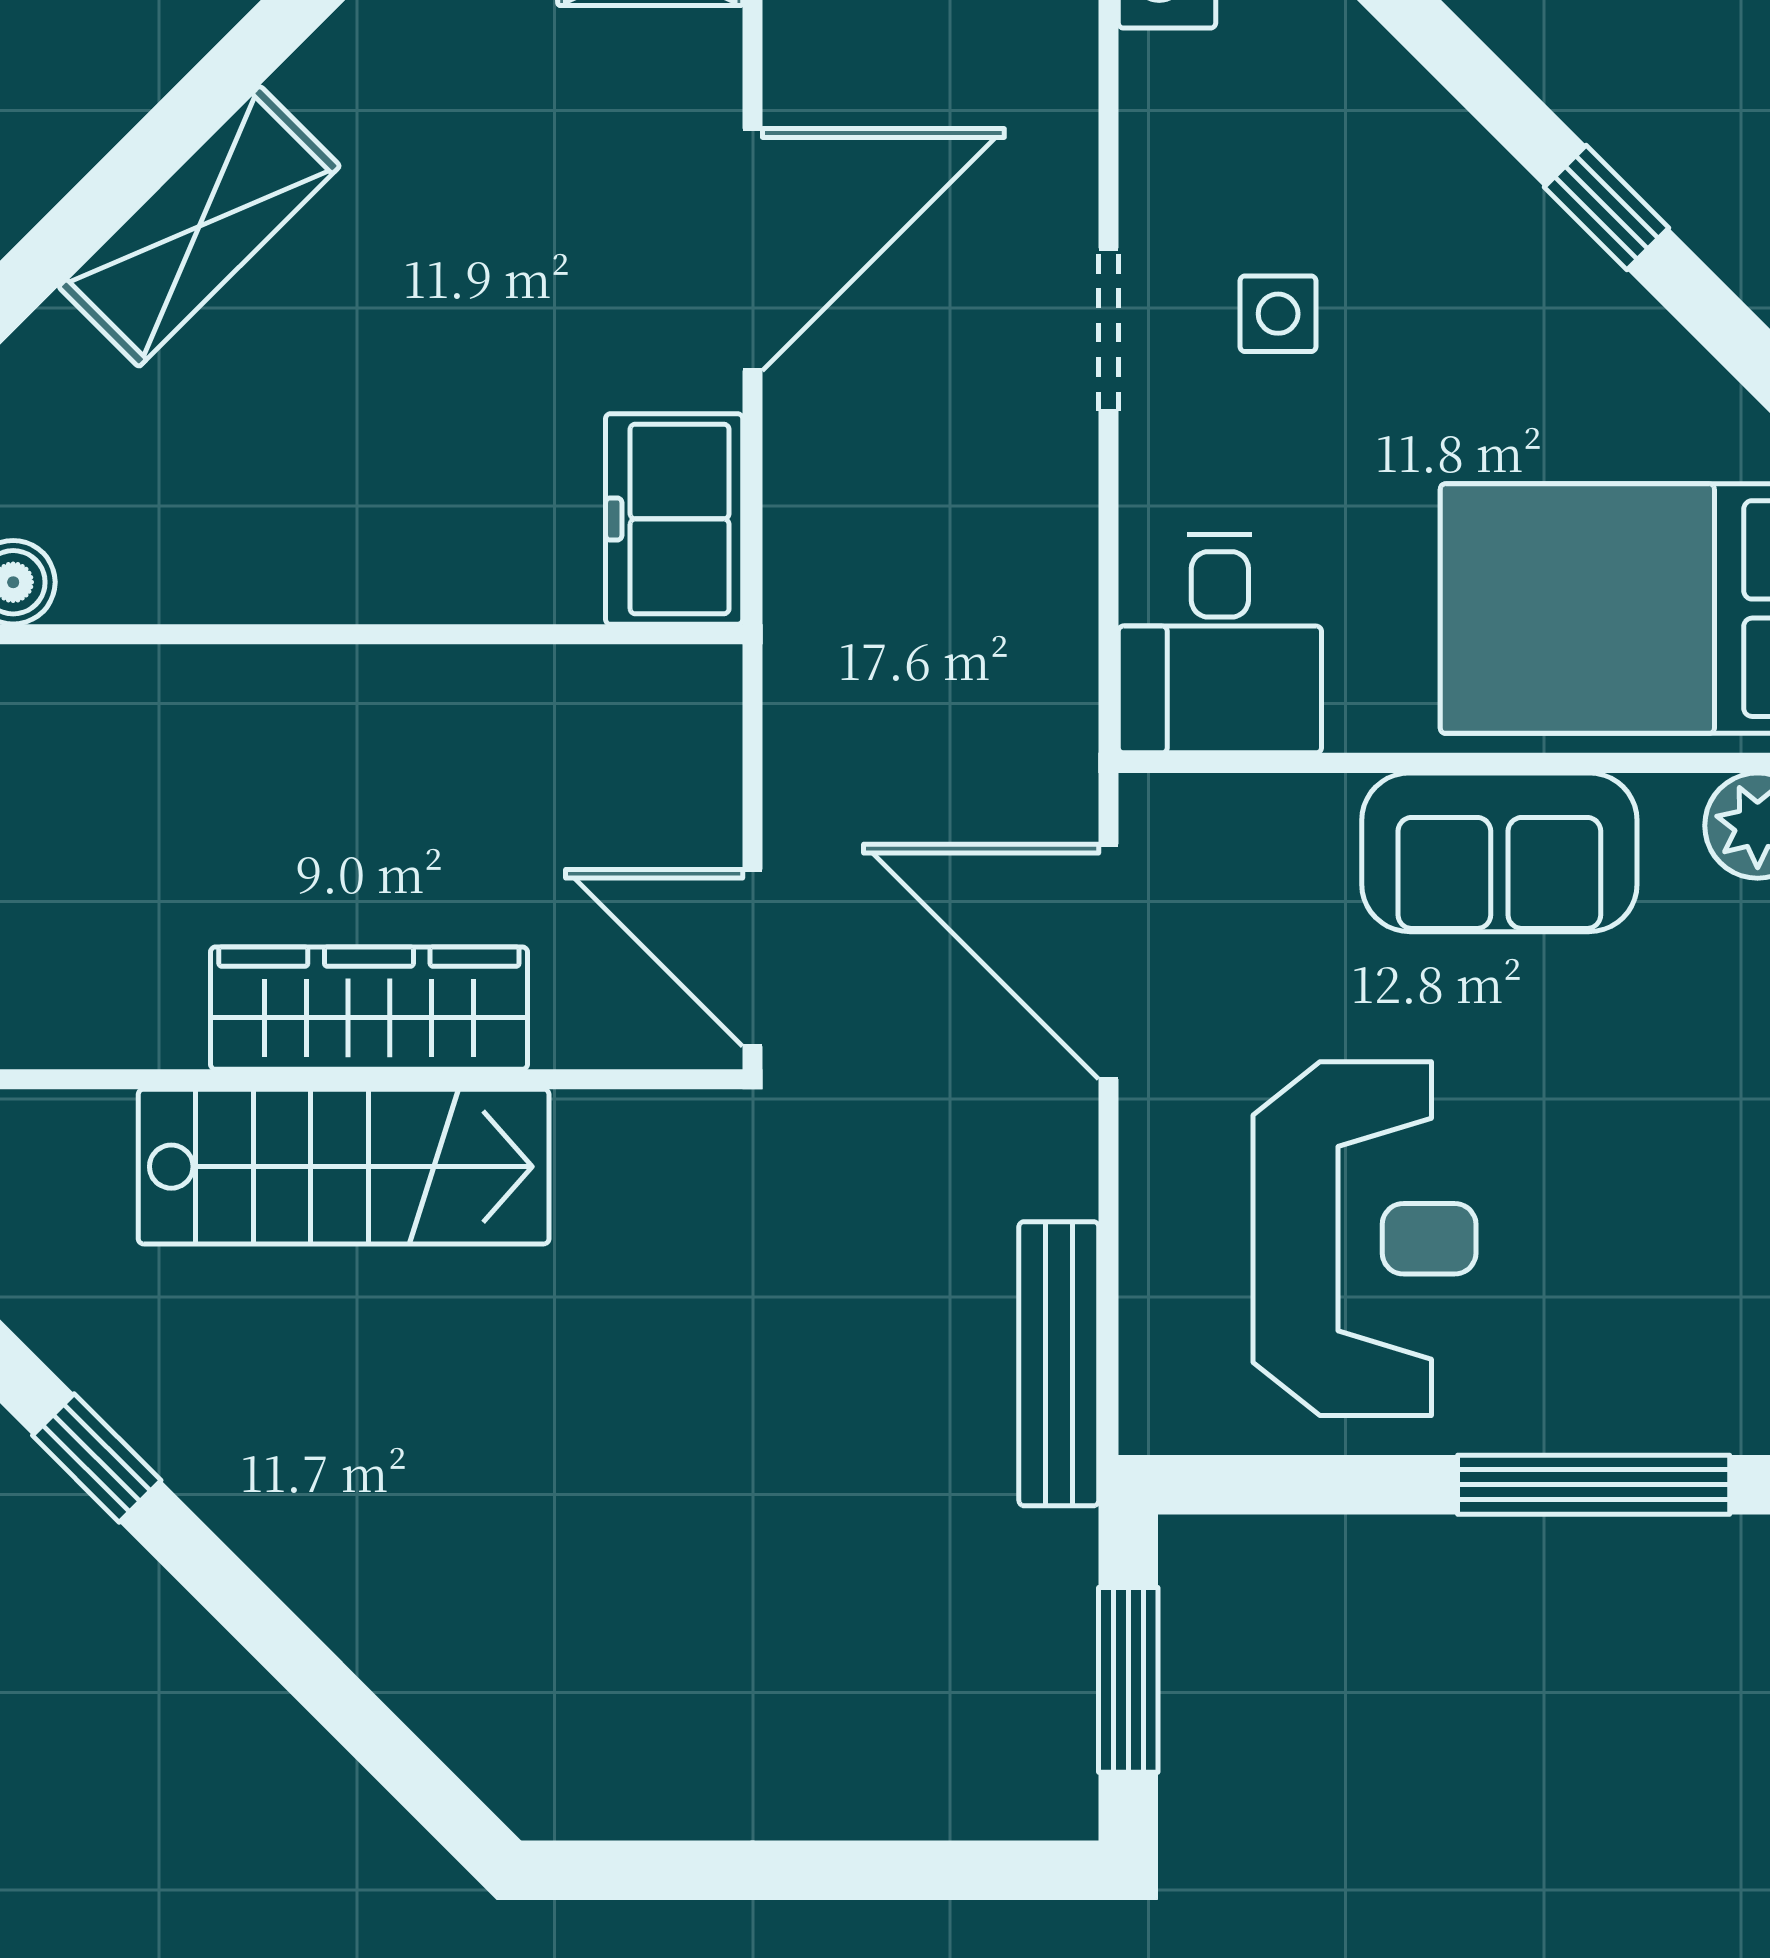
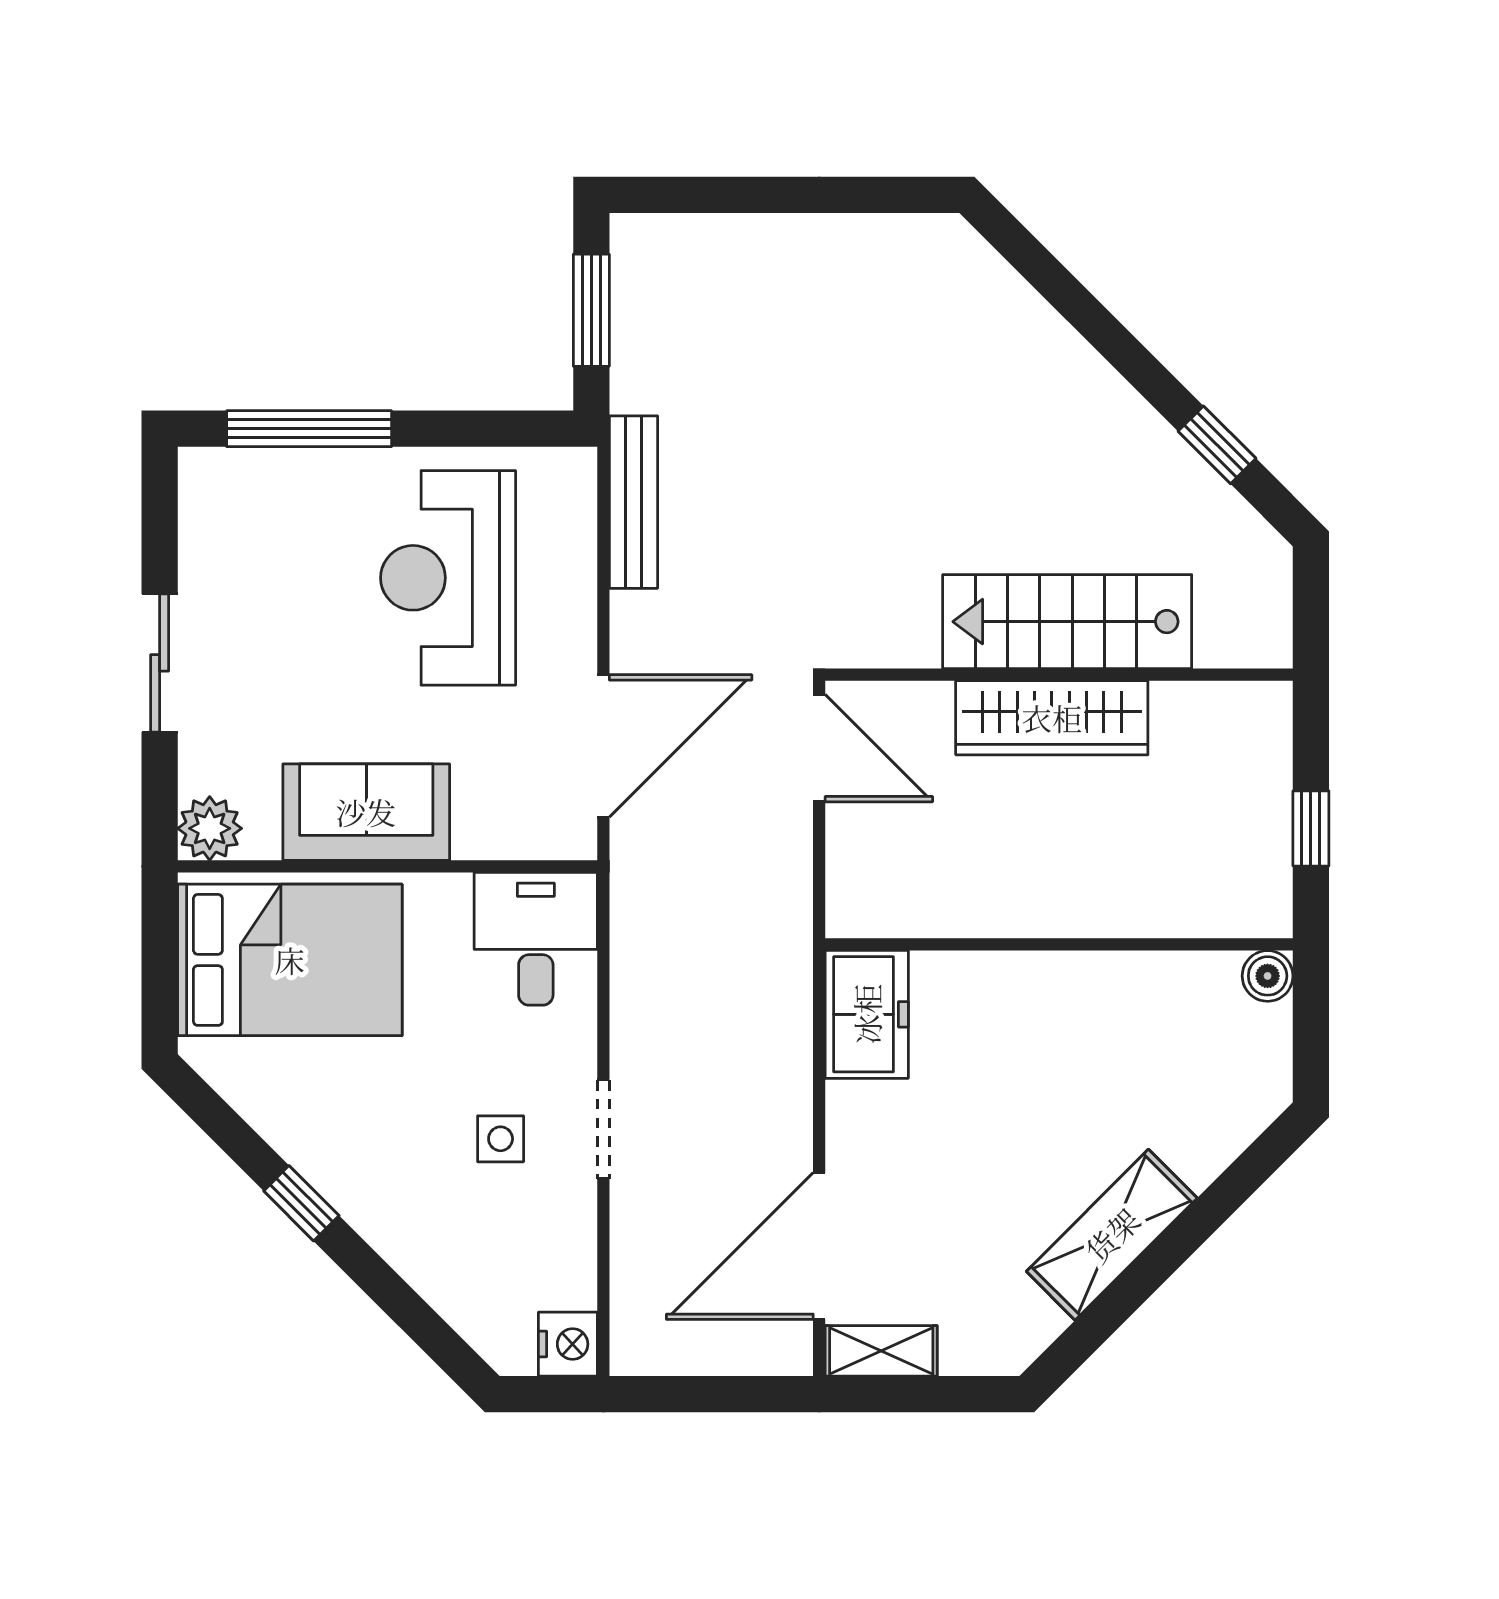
shelving: (199, 226) -> (1112, 1235), moved
door: (753, 250) -> (819, 1246), moved
door: (1108, 962) -> (603, 746), hinge flipped

